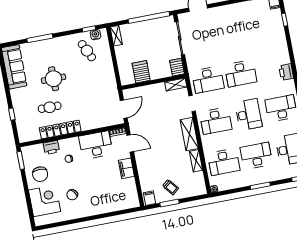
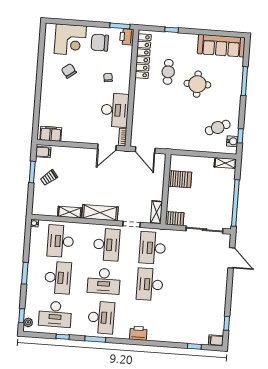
desk: (216, 121) -> (107, 245), turned 180
locker: (60, 129) -> (143, 56), moved
printer: (51, 147) -> (127, 37), moved
filing cabinet: (126, 168) -> (51, 134), moved

